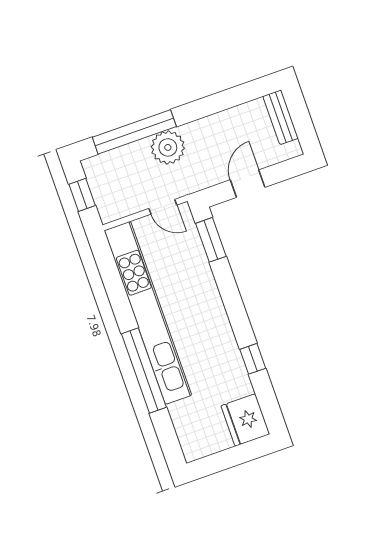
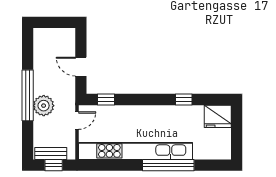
bench: (281, 117) -> (51, 153), moved
window: (134, 132) -> (28, 95), moved
window: (211, 240) -> (106, 99), width x0.67

